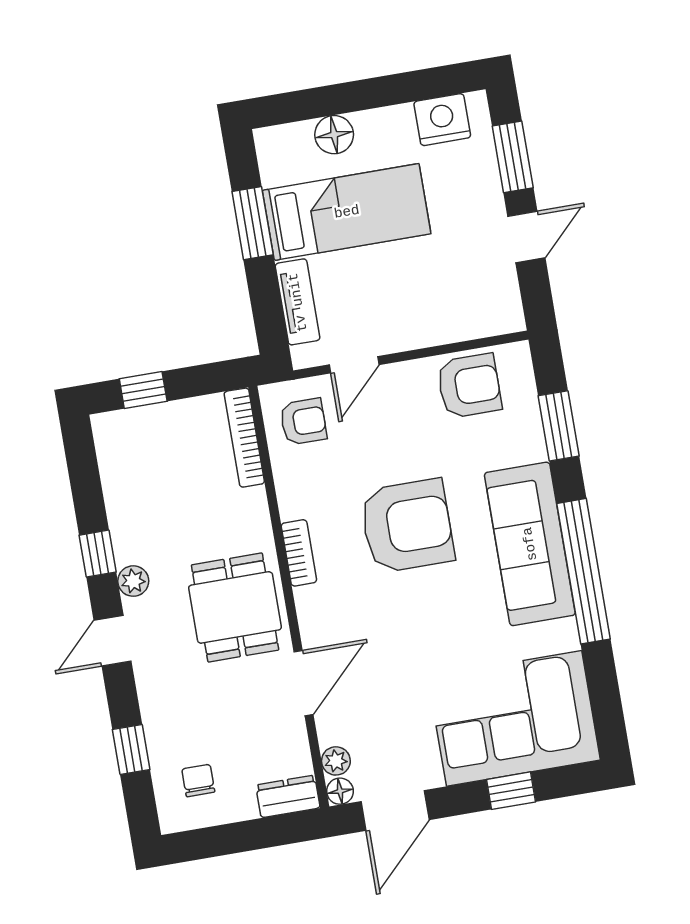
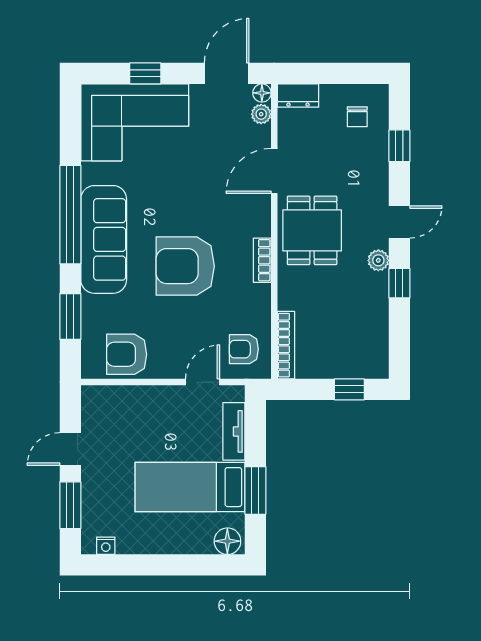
nightstand: (442, 120) -> (106, 546), width x0.53, depth x0.56
floor lamp: (334, 135) -> (227, 541), moved

